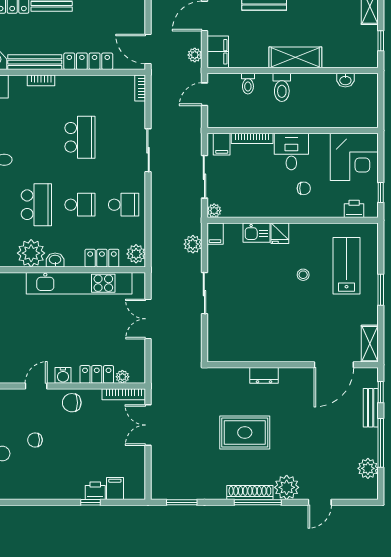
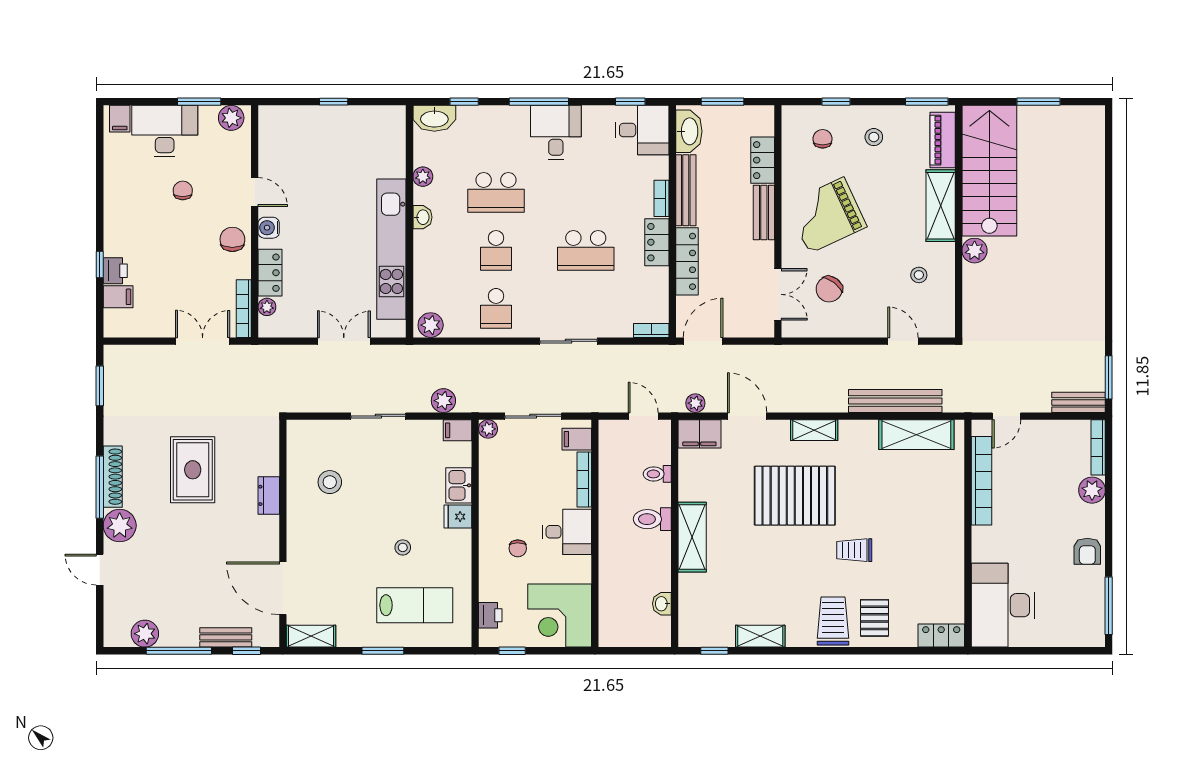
plant: (31, 253) -> (423, 177), width x0.53, depth x0.53
locker: (102, 258) -> (657, 242), moved, turned 180
stool: (254, 330) -> (330, 482), added

